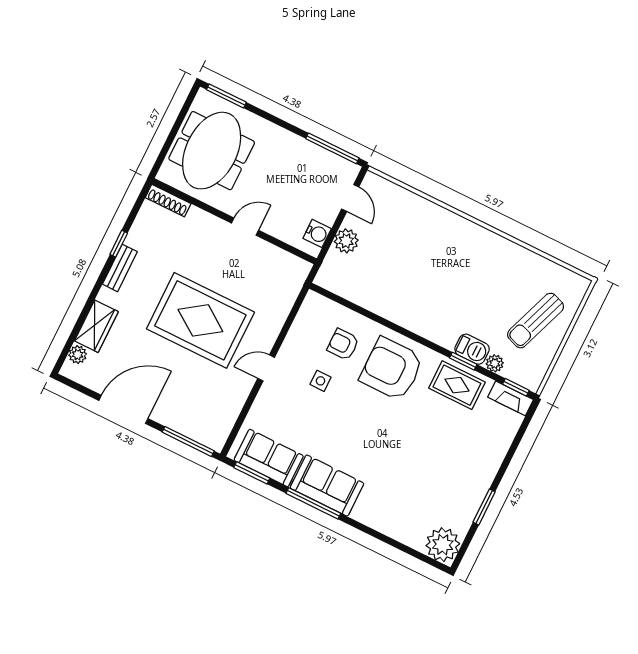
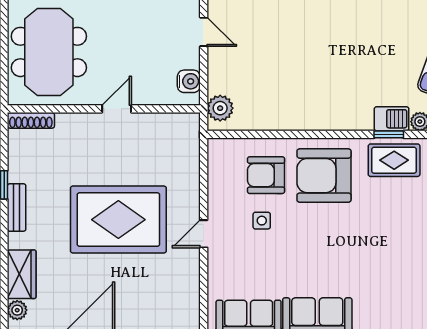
plant: (346, 241) -> (220, 108), moved
armchair: (343, 344) -> (266, 175), width x1.38, depth x1.38

